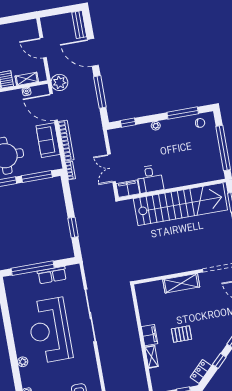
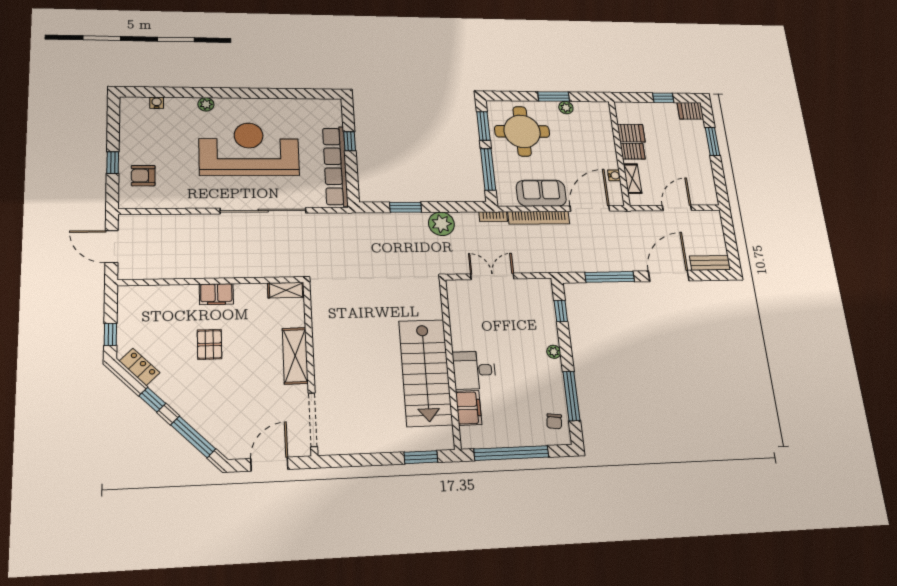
plant: (59, 82) -> (441, 224), moved
desk: (150, 179) -> (474, 370), moved
filing cabinet: (128, 189) -> (469, 408), moved
stairs: (180, 204) -> (426, 372), width x0.73
window: (33, 268) -> (350, 141), width x0.32
row of seats: (52, 275) -> (335, 166), width x2.02
shelving: (152, 357) -> (286, 290), moved

